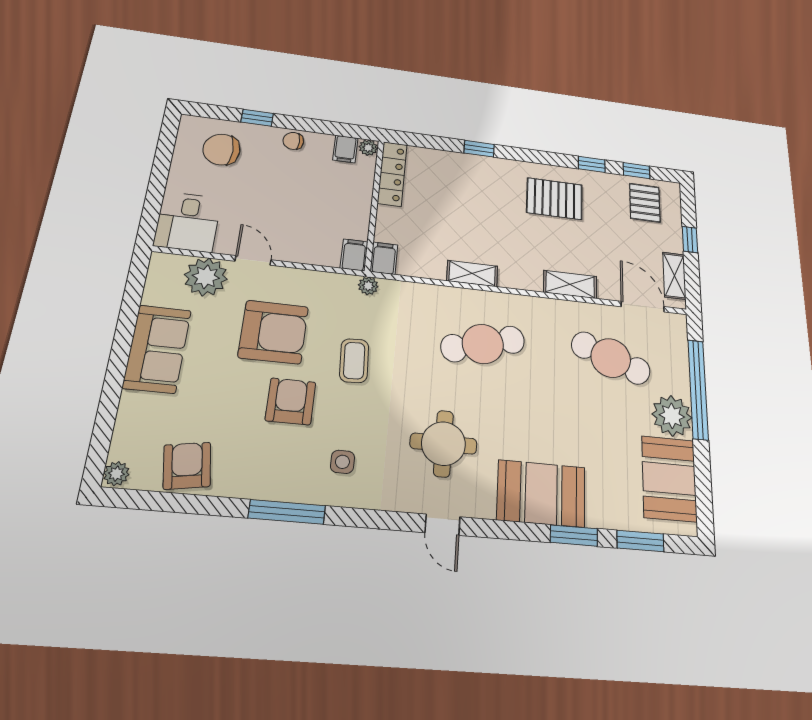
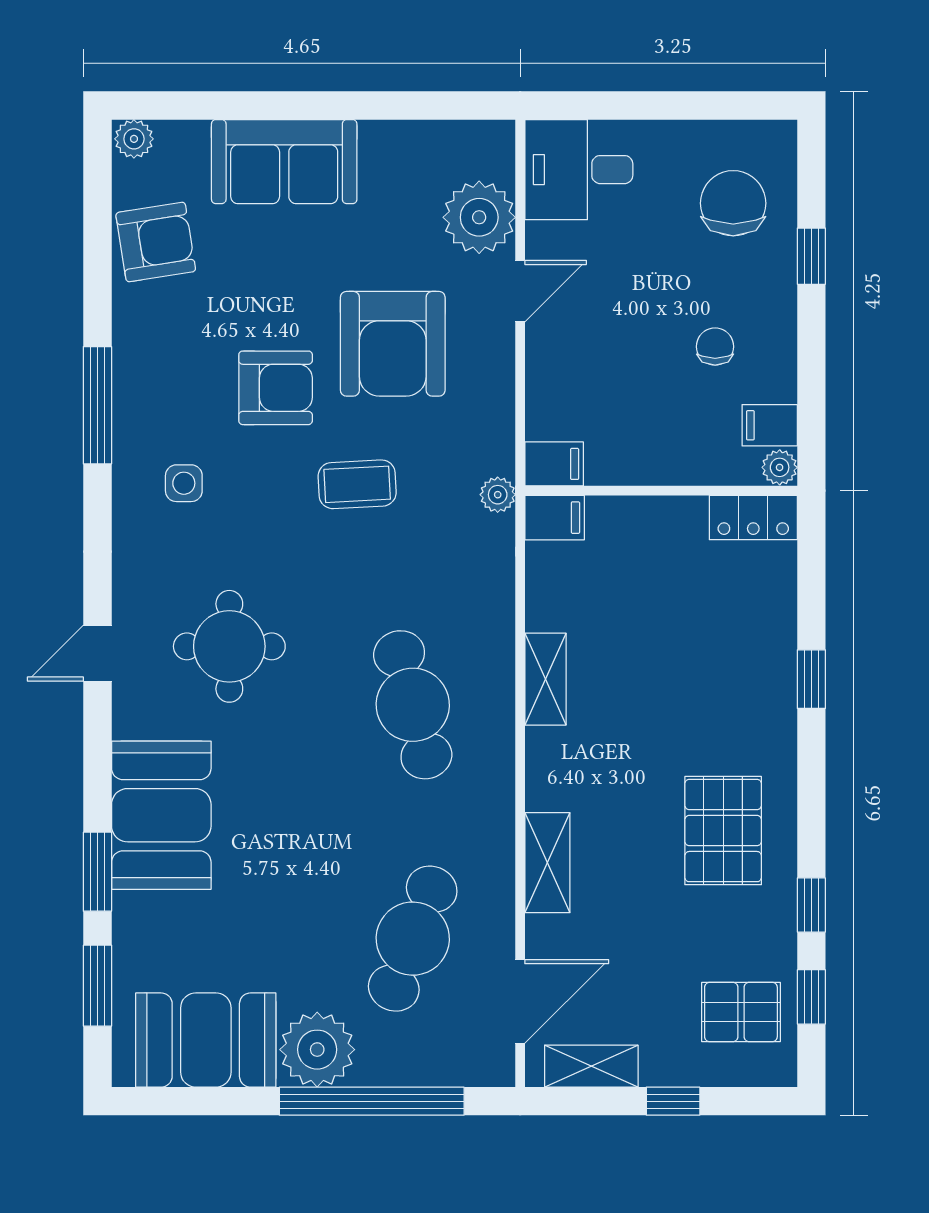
chair: (293, 141) -> (715, 347), moved
locker: (392, 174) -> (753, 517), width x0.66
sofa: (157, 349) -> (284, 162), moved

